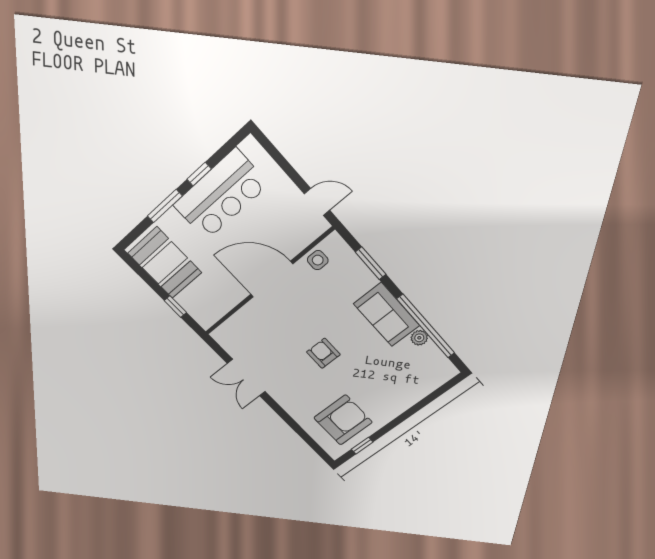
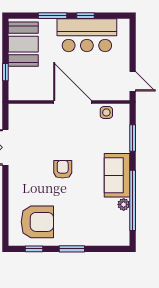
window: (401, 419) -> (72, 249), added

